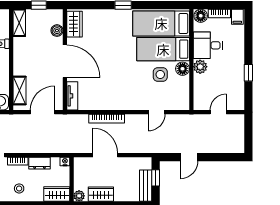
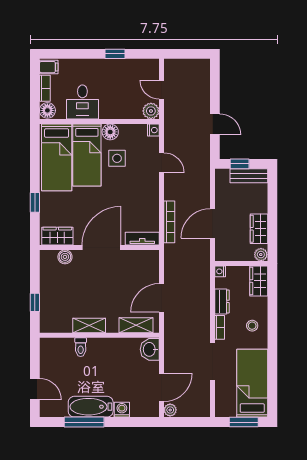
shelving: (19, 23) -> (89, 325), moved
wardrobe: (74, 24) -> (57, 236), moved
boiler: (57, 31) -> (65, 257), moved
wall: (65, 60) -> (99, 247), moved
door: (65, 61) -> (101, 247), moved
plant: (200, 67) -> (151, 111), moved
tv unit: (72, 96) -> (142, 239), moved
nightstand: (184, 105) -> (153, 130), added
door: (42, 112) -> (162, 298), hinge flipped

